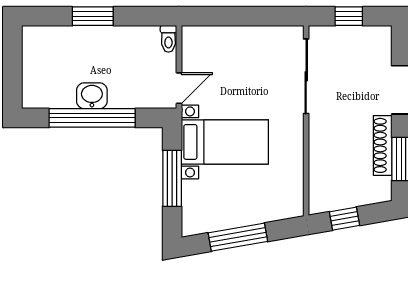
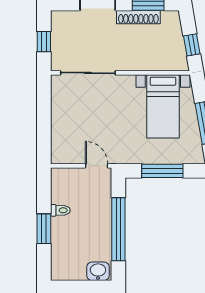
toilet: (168, 39) -> (60, 210), moved
washbasin: (92, 96) -> (98, 271), moved, turned 90
bed with nightstands: (225, 142) -> (163, 106), moved, turned 180

